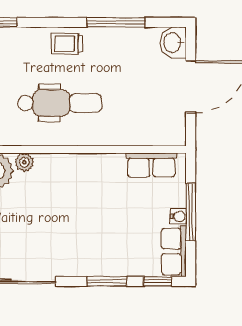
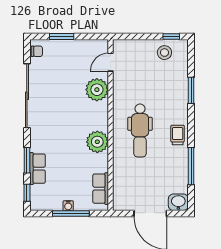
plant: (24, 162) -> (97, 142), moved, width x1.87, depth x1.87
row of seats: (174, 251) -> (38, 169), moved, turned 90

